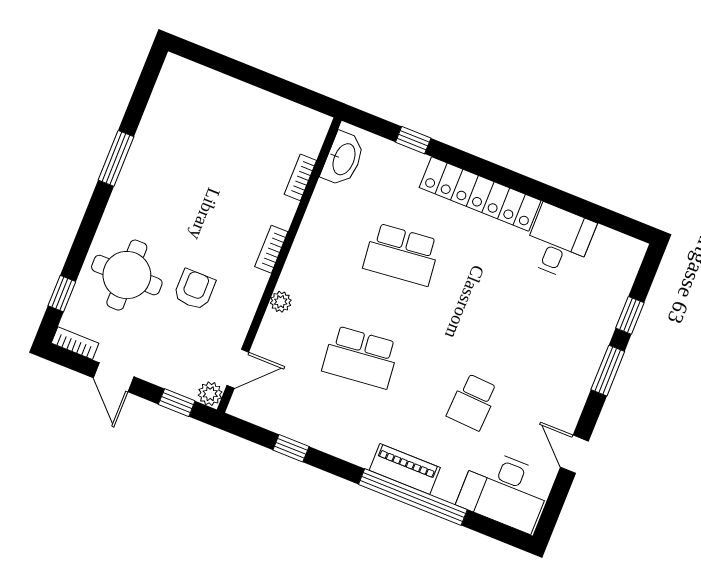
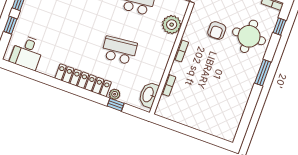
window: (116, 158) -> (263, 73), moved
plant: (414, 162) -> (115, 94), added
desk: (559, 242) -> (27, 52), moved
plant: (281, 302) -> (172, 25), width x1.87, depth x1.87

